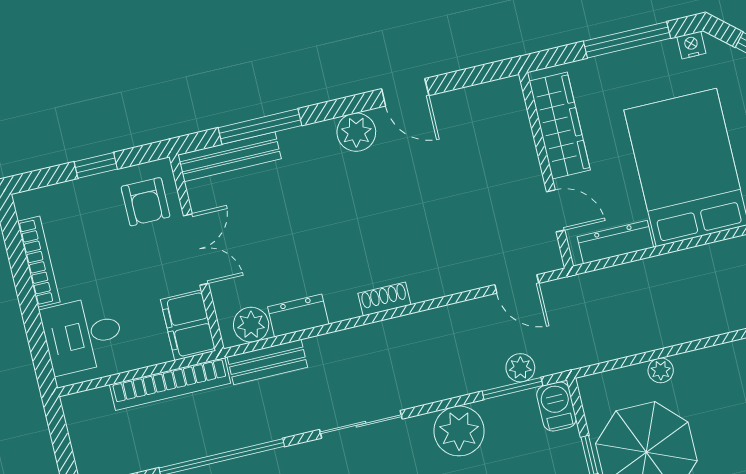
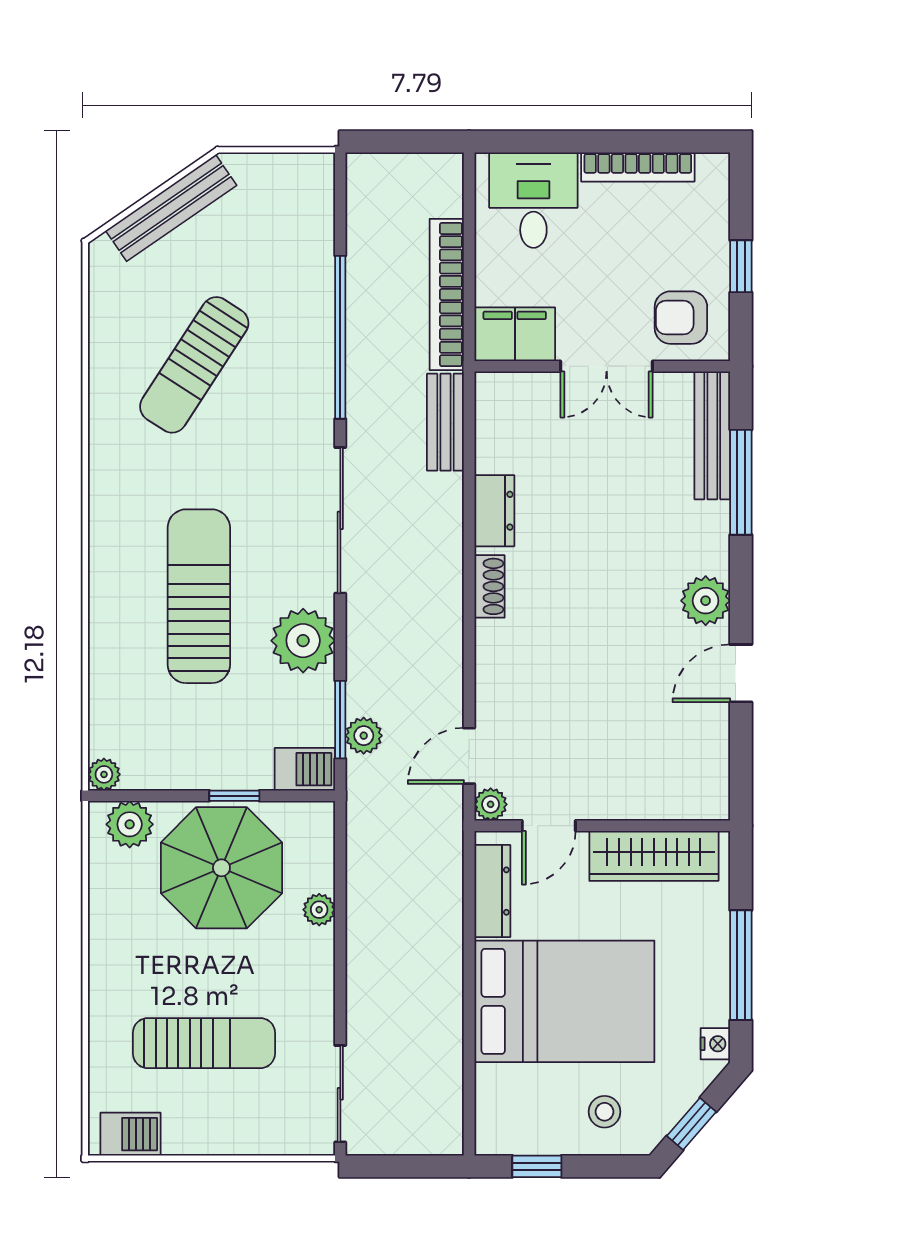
dresser: (298, 315) -> (494, 511), moved
plant: (251, 325) -> (491, 804), moved, width x0.73, depth x0.73
sliding door: (361, 424) -> (340, 520), width x1.37

